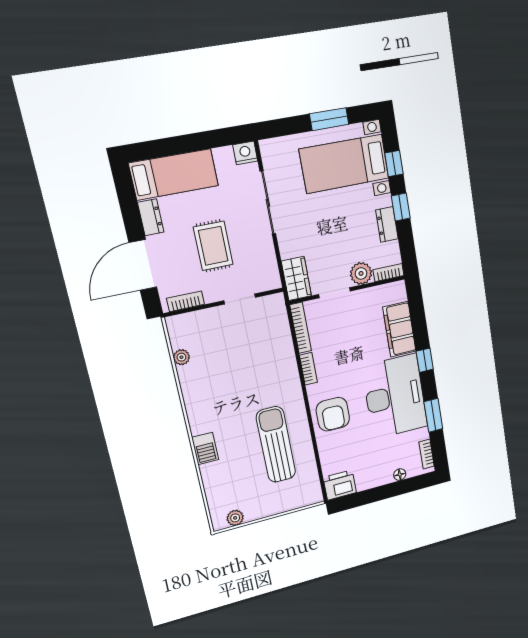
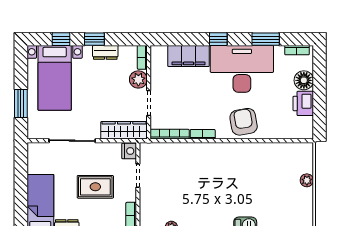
window: (329, 119) -> (21, 104), moved
nightstand: (245, 153) -> (129, 151), moved, turned 180
wardrobe: (296, 279) -> (124, 130), width x1.50
armchair: (333, 414) -> (244, 122), turned -100
sun lounger: (276, 445) -> (256, 171), removed
floor lamp: (400, 475) -> (304, 80), width x1.89, depth x1.89
printer: (340, 485) -> (303, 103), moved
plant: (235, 518) -> (307, 180), moved

